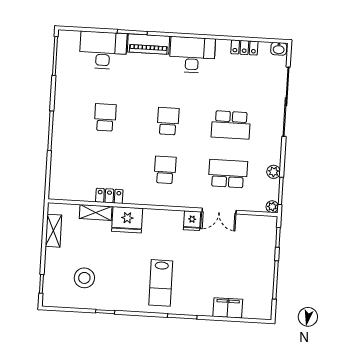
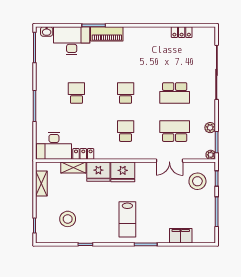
washbasin: (279, 49) -> (47, 32), moved
desk: (192, 55) -> (54, 146), moved, turned 180
fridge: (192, 221) -> (123, 172), moved, width x1.88, depth x1.34
stool: (253, 240) -> (197, 181), added

